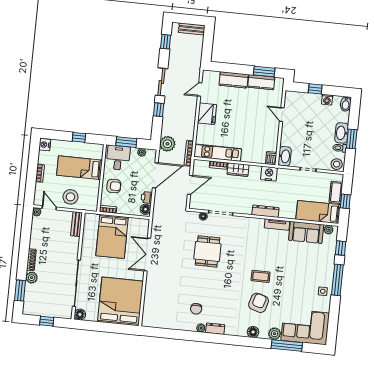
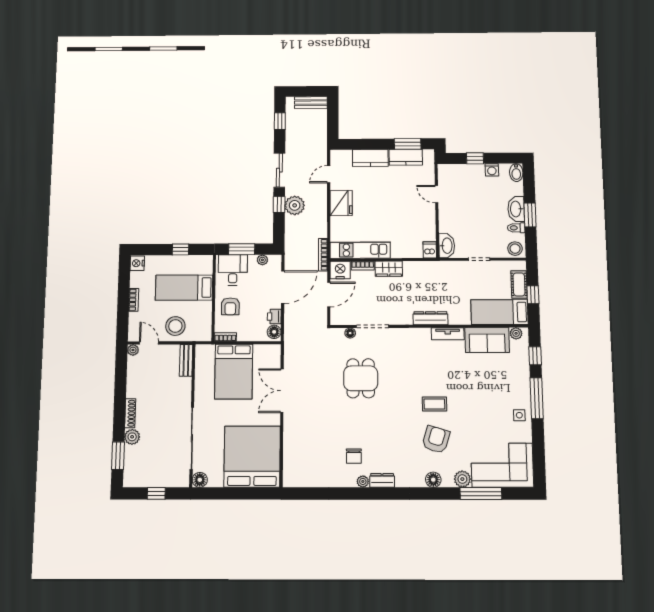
plant: (167, 144) -> (295, 205), moved
nightstand: (269, 174) -> (340, 270), moved
armchair: (114, 186) -> (230, 306), turned 90

